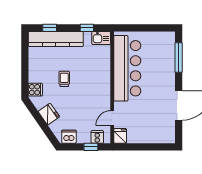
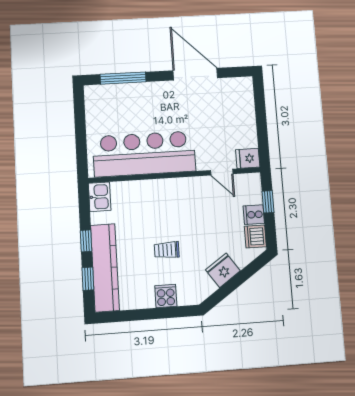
window: (87, 28) -> (86, 241), moved
cooker: (35, 90) -> (166, 296), moved
cooker: (97, 137) -> (254, 215), moved

